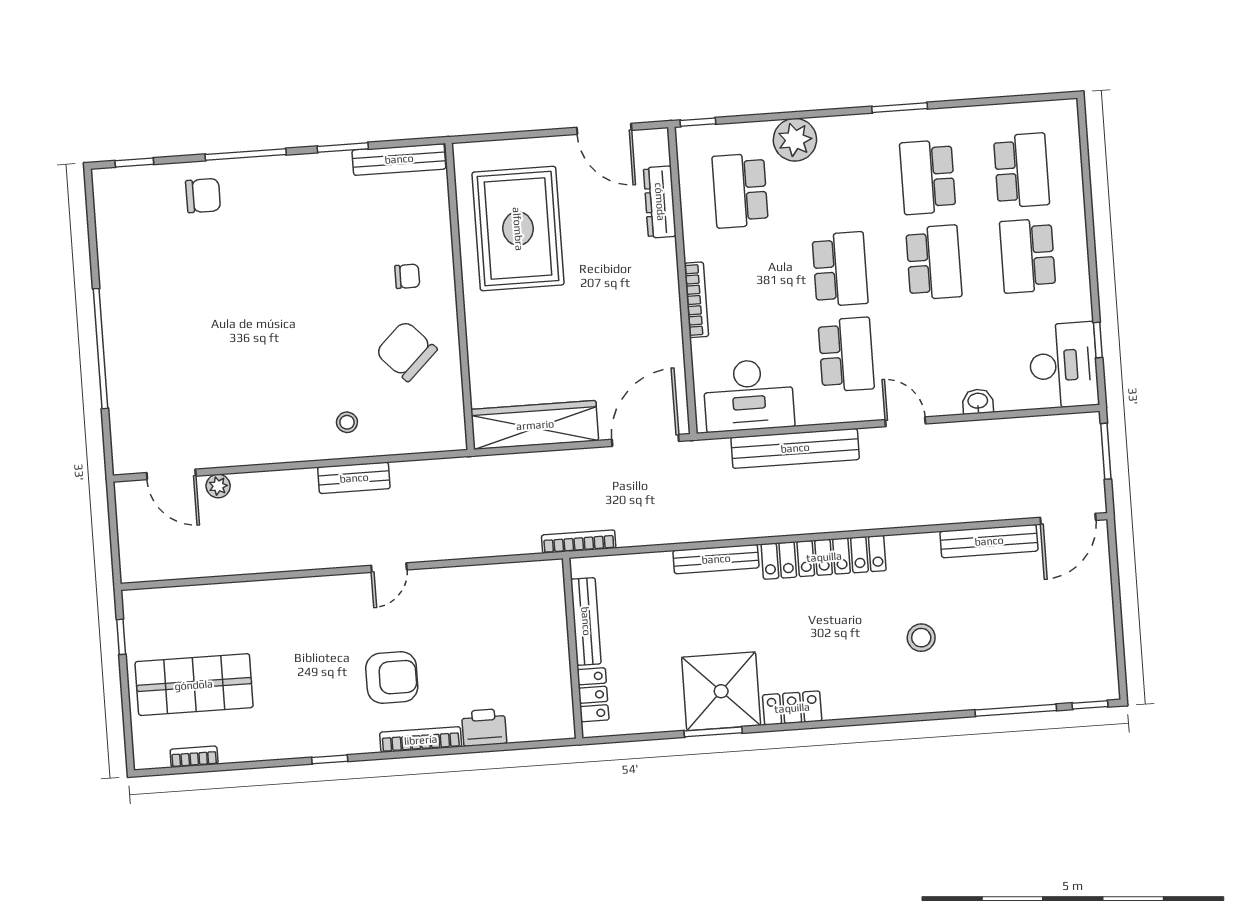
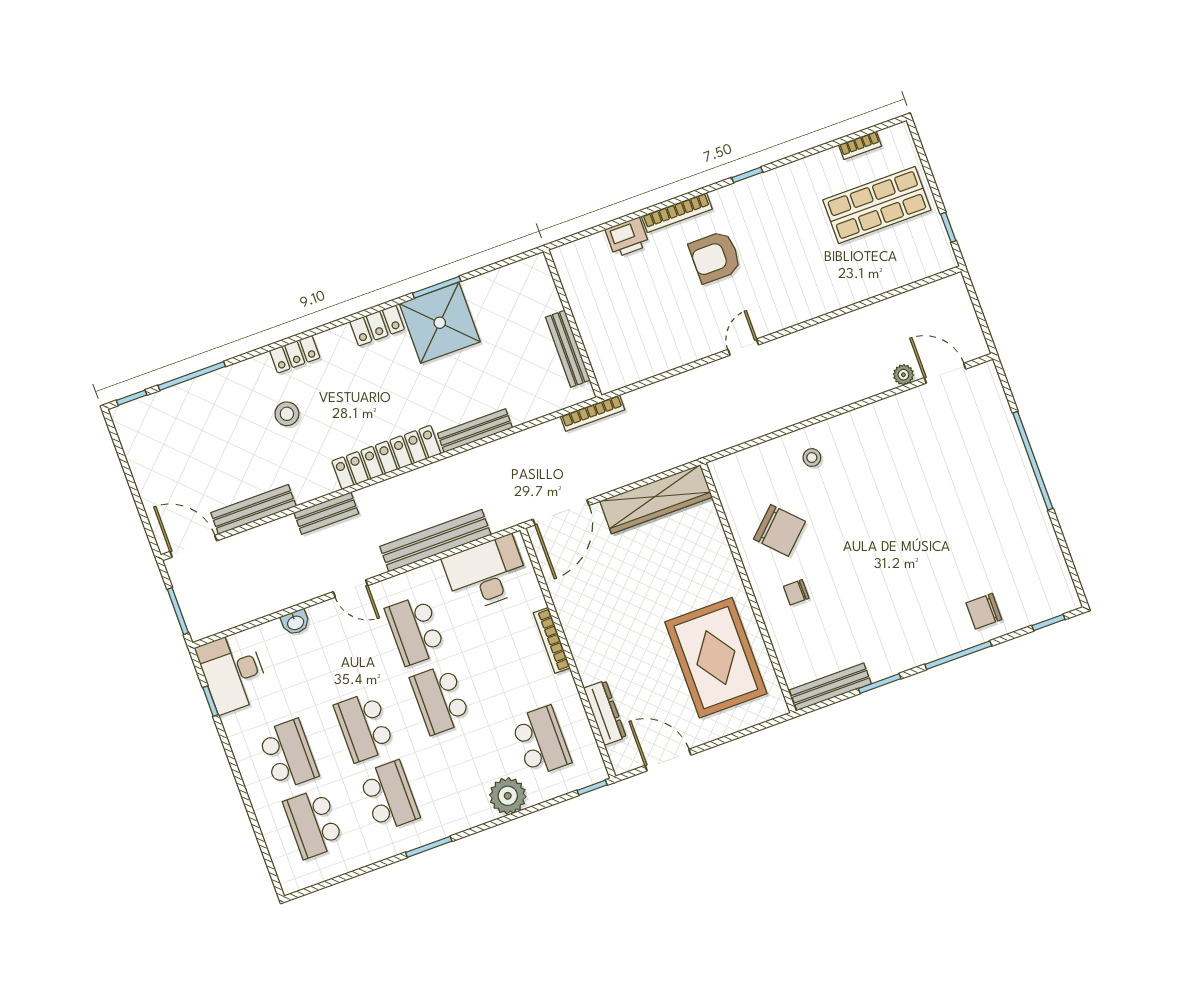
bench: (354, 478) -> (326, 513), moved
door: (1068, 519) -> (193, 546), hinge flipped
locker: (593, 695) -> (295, 354), moved, turned -90

